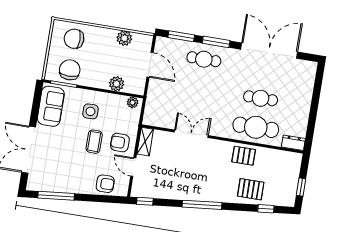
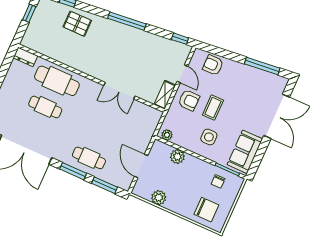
chair: (70, 70) -> (218, 181), width x0.54, depth x0.54
pallet: (244, 156) -> (75, 57), removed

